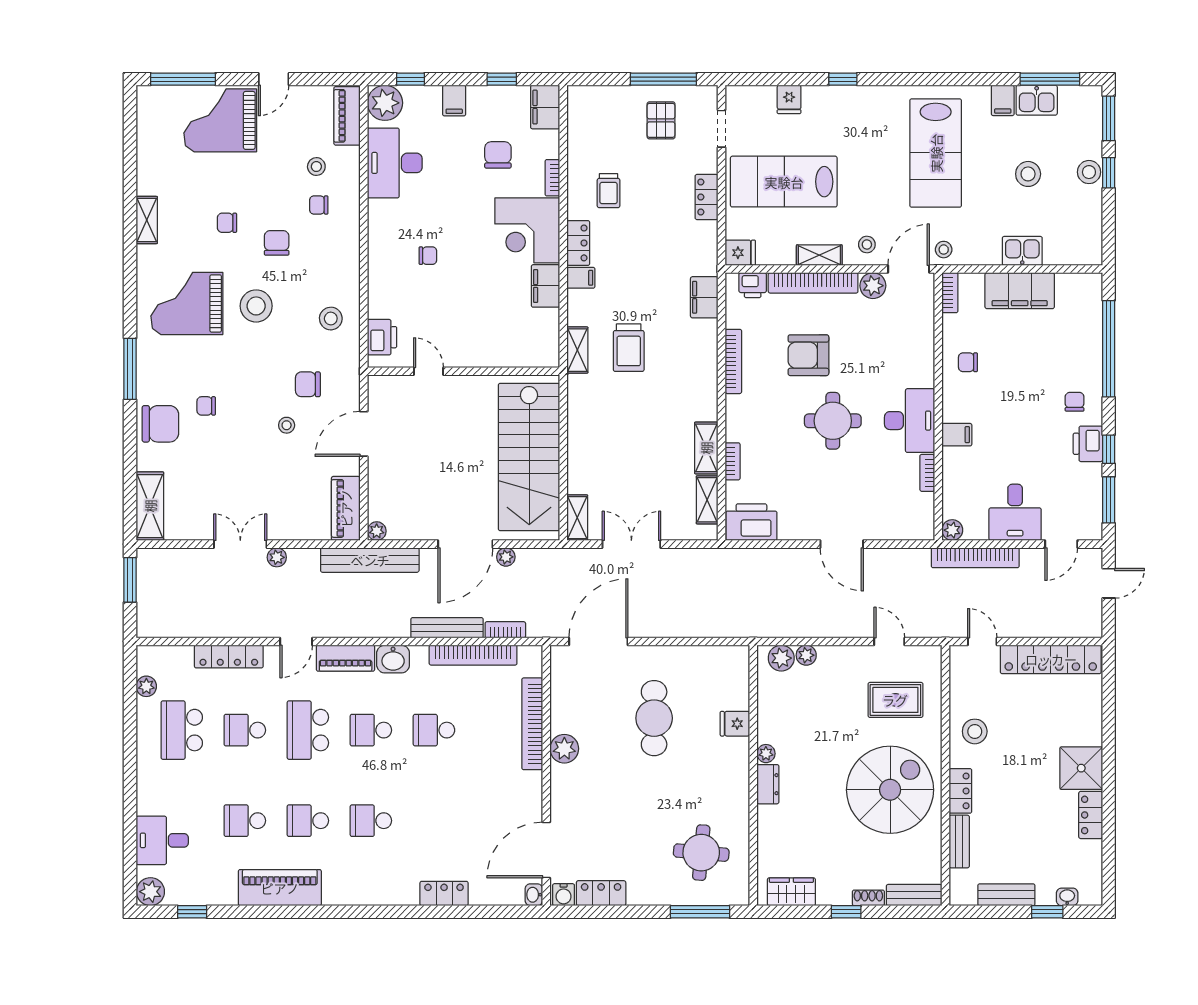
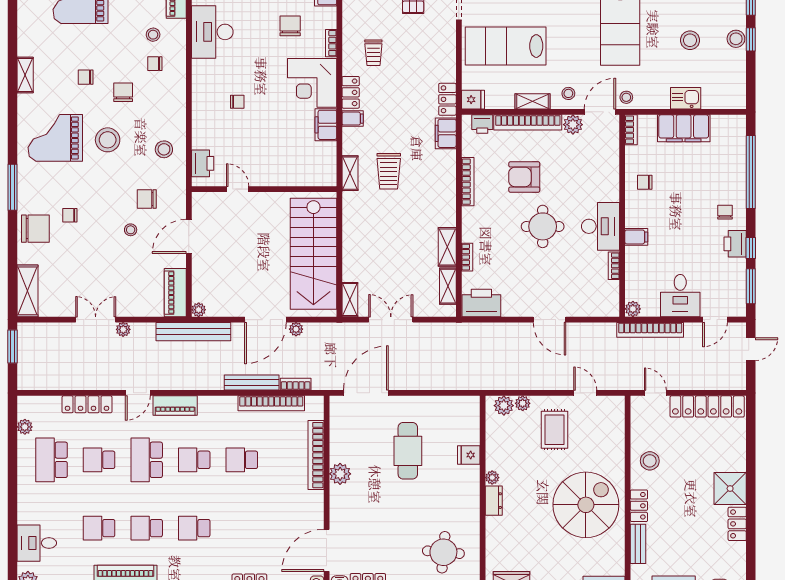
locker: (707, 197) -> (447, 99), moved
washbasin: (393, 659) -> (211, 406), removed
rug: (895, 700) -> (555, 430), moved, turned 90

